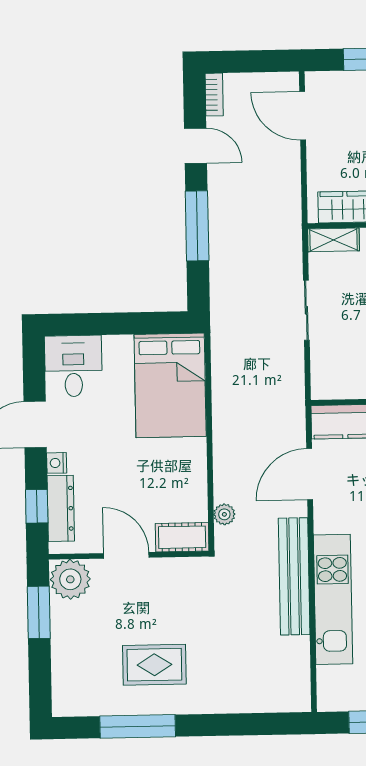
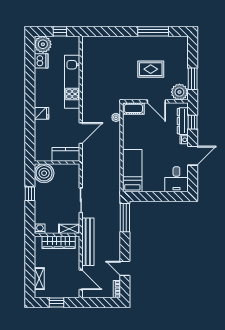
window: (197, 226) -> (125, 218), moved
bed: (170, 385) -> (132, 171), width x0.67
bench: (294, 576) -> (88, 242), moved
rug: (154, 665) -> (151, 69), moved

